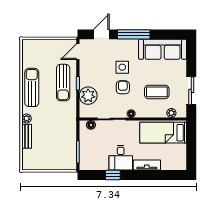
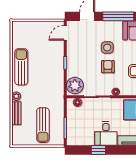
sun lounger: (63, 83) -> (43, 125), moved
plant: (88, 96) -> (75, 86), moved

